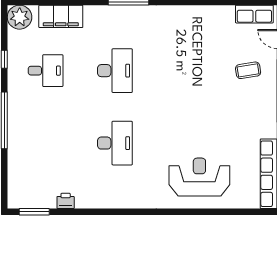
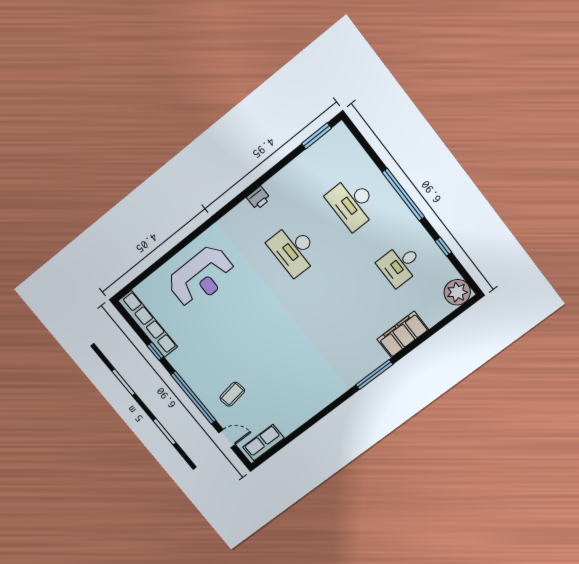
filing cabinet: (61, 16) -> (403, 334), moved
desk: (115, 71) -> (353, 203), moved
printer: (66, 201) -> (259, 198), moved

